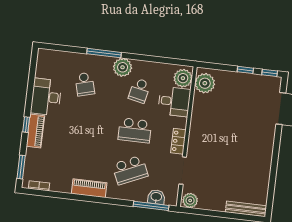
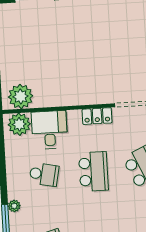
plant: (123, 67) -> (14, 206), width x0.53, depth x0.53

